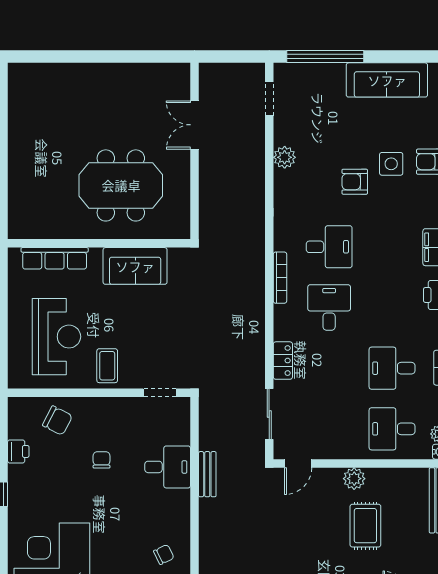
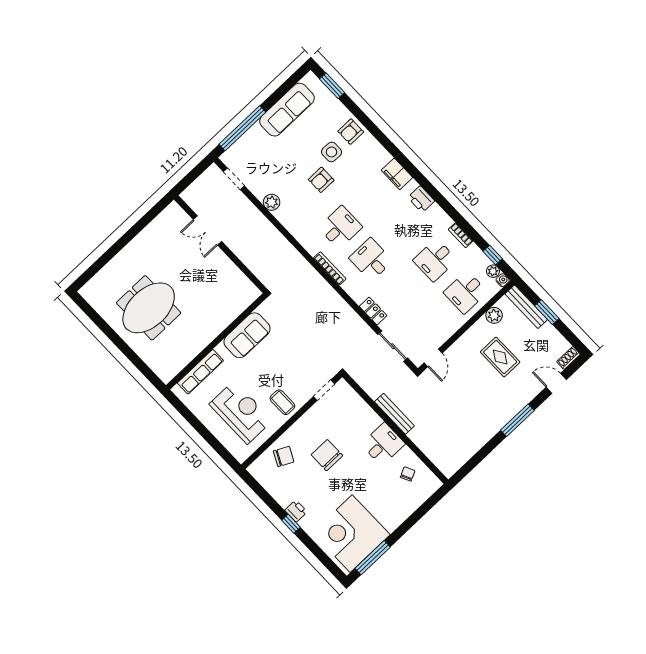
meeting table: (121, 185) -> (149, 308), moved
printer: (18, 451) -> (296, 511), moved
chair: (102, 460) -> (327, 455), width x1.87, depth x1.87
desk: (168, 467) -> (383, 444), moved
bench: (207, 474) -> (394, 414), width x1.36
plant: (354, 479) -> (494, 315), moved

